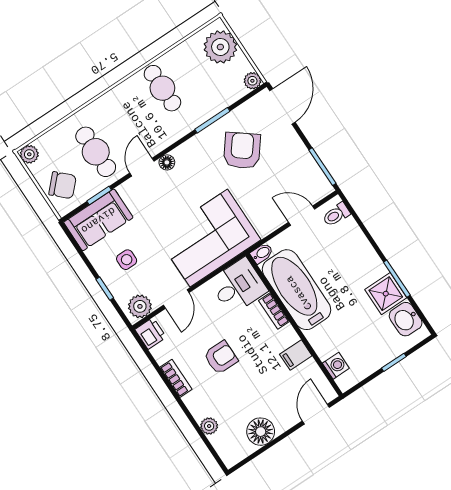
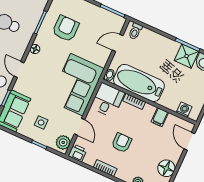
armchair: (242, 151) -> (66, 28), turned 52
floor lamp: (167, 162) -> (35, 49), moved

